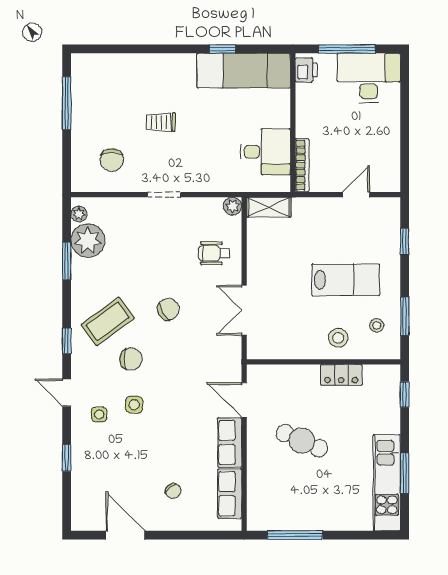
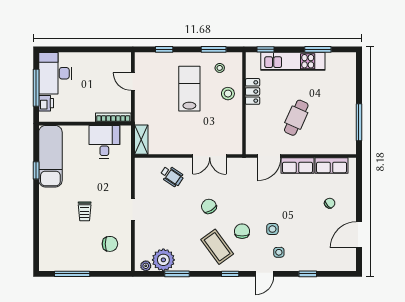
printer: (306, 70) -> (46, 103), moved, turned 90
plant: (233, 206) -> (141, 164), removed
wheelchair: (214, 253) -> (172, 176), turned -56
kitchen unit: (387, 483) -> (293, 61), moved

